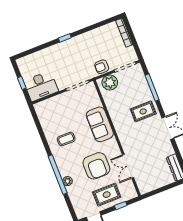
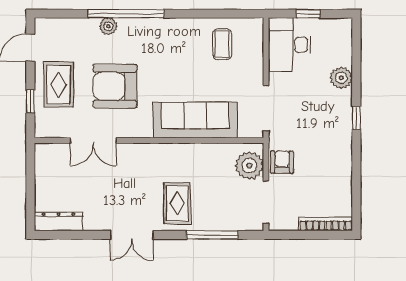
plant: (47, 54) -> (341, 78), added
sofa: (100, 124) -> (195, 120), width x1.36
coffee table: (66, 139) -> (222, 44), moved
double door: (128, 166) -> (93, 140), swing flipped

